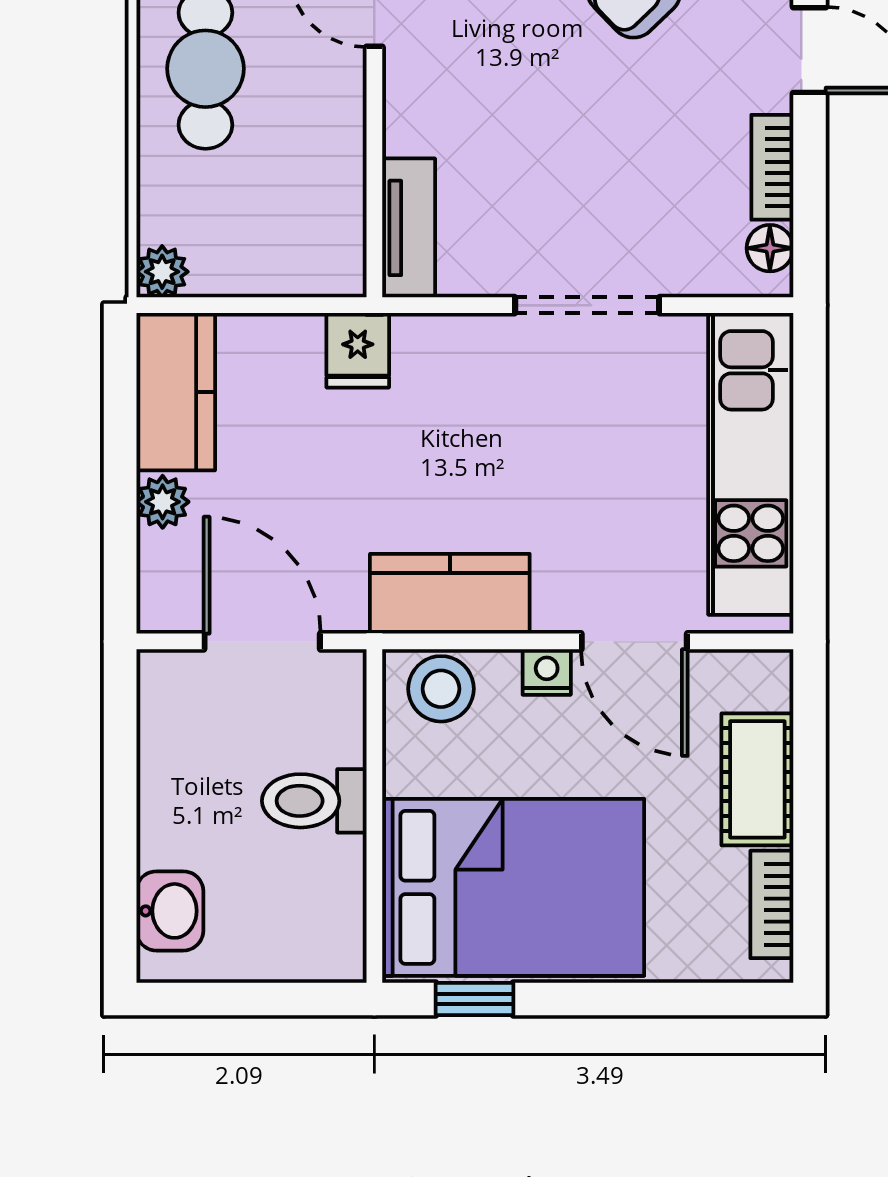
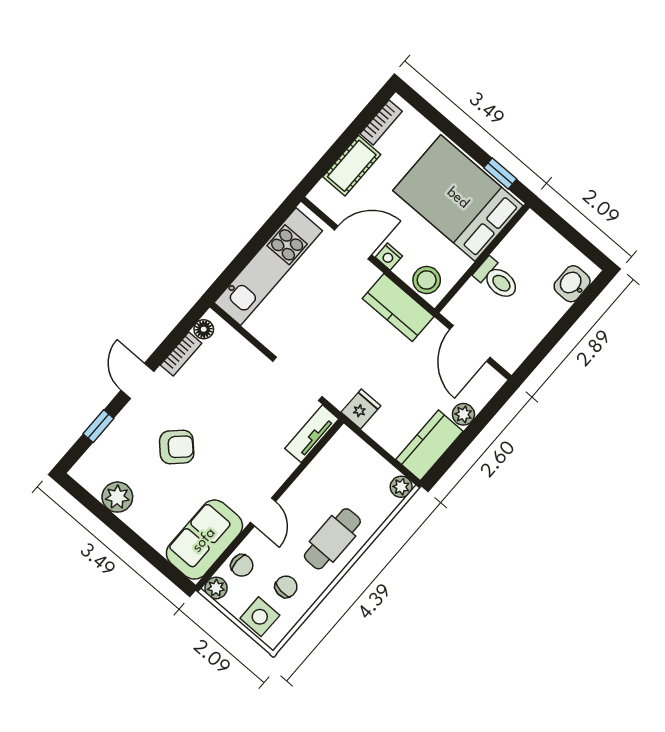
doorway: (587, 305) -> (297, 379), moved
door: (634, 641) -> (353, 242), hinge flipped

